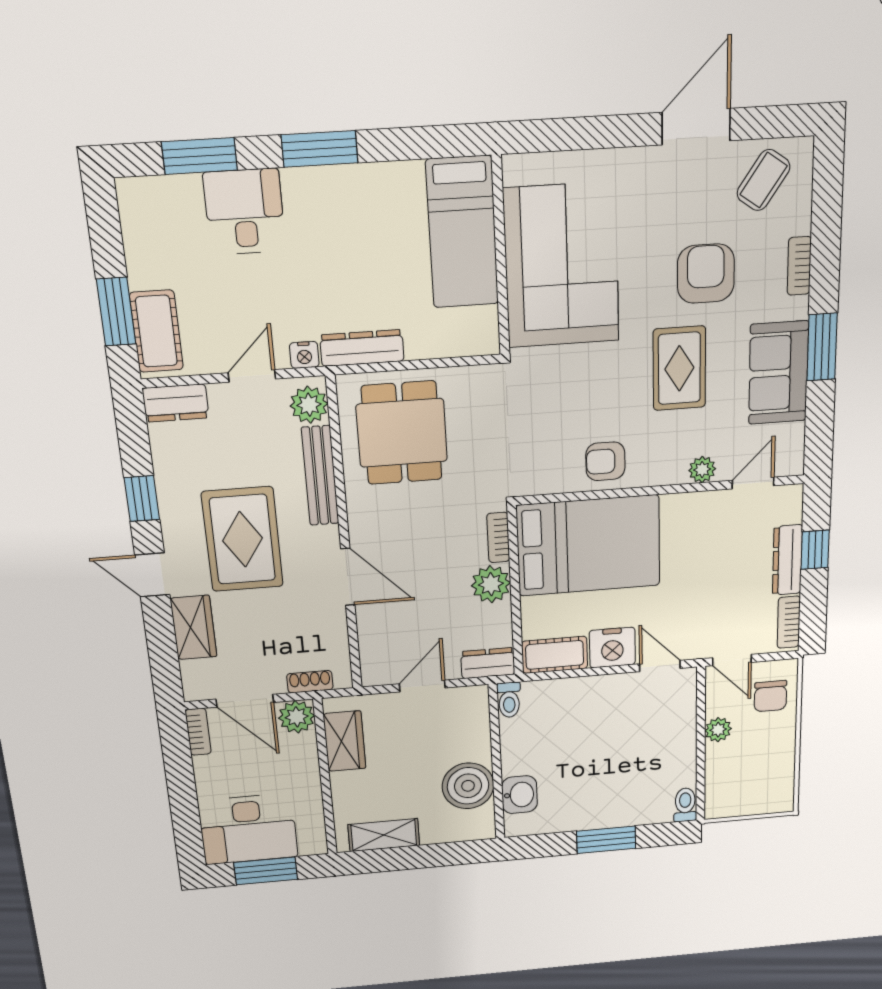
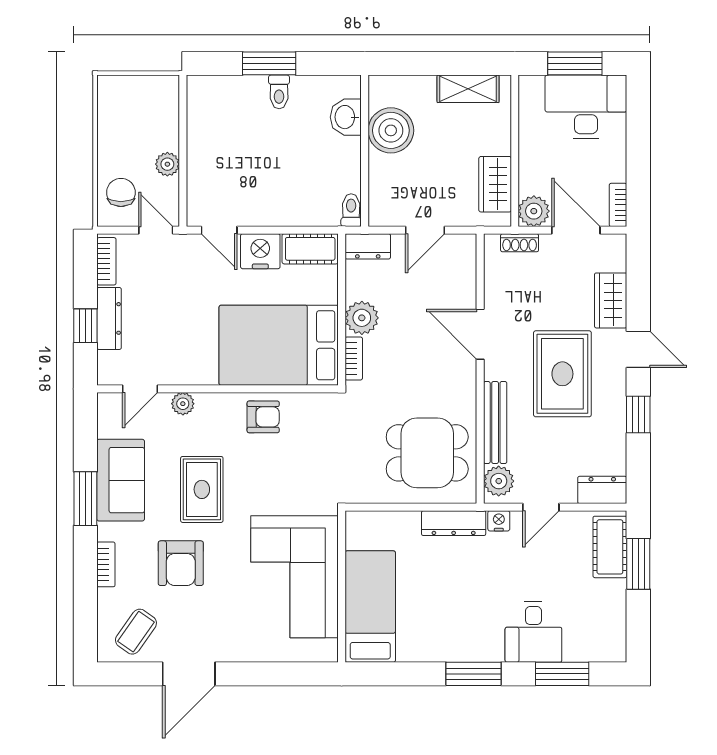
dining table: (402, 433) -> (427, 453), turned 90
toilet: (685, 805) -> (279, 92), moved

